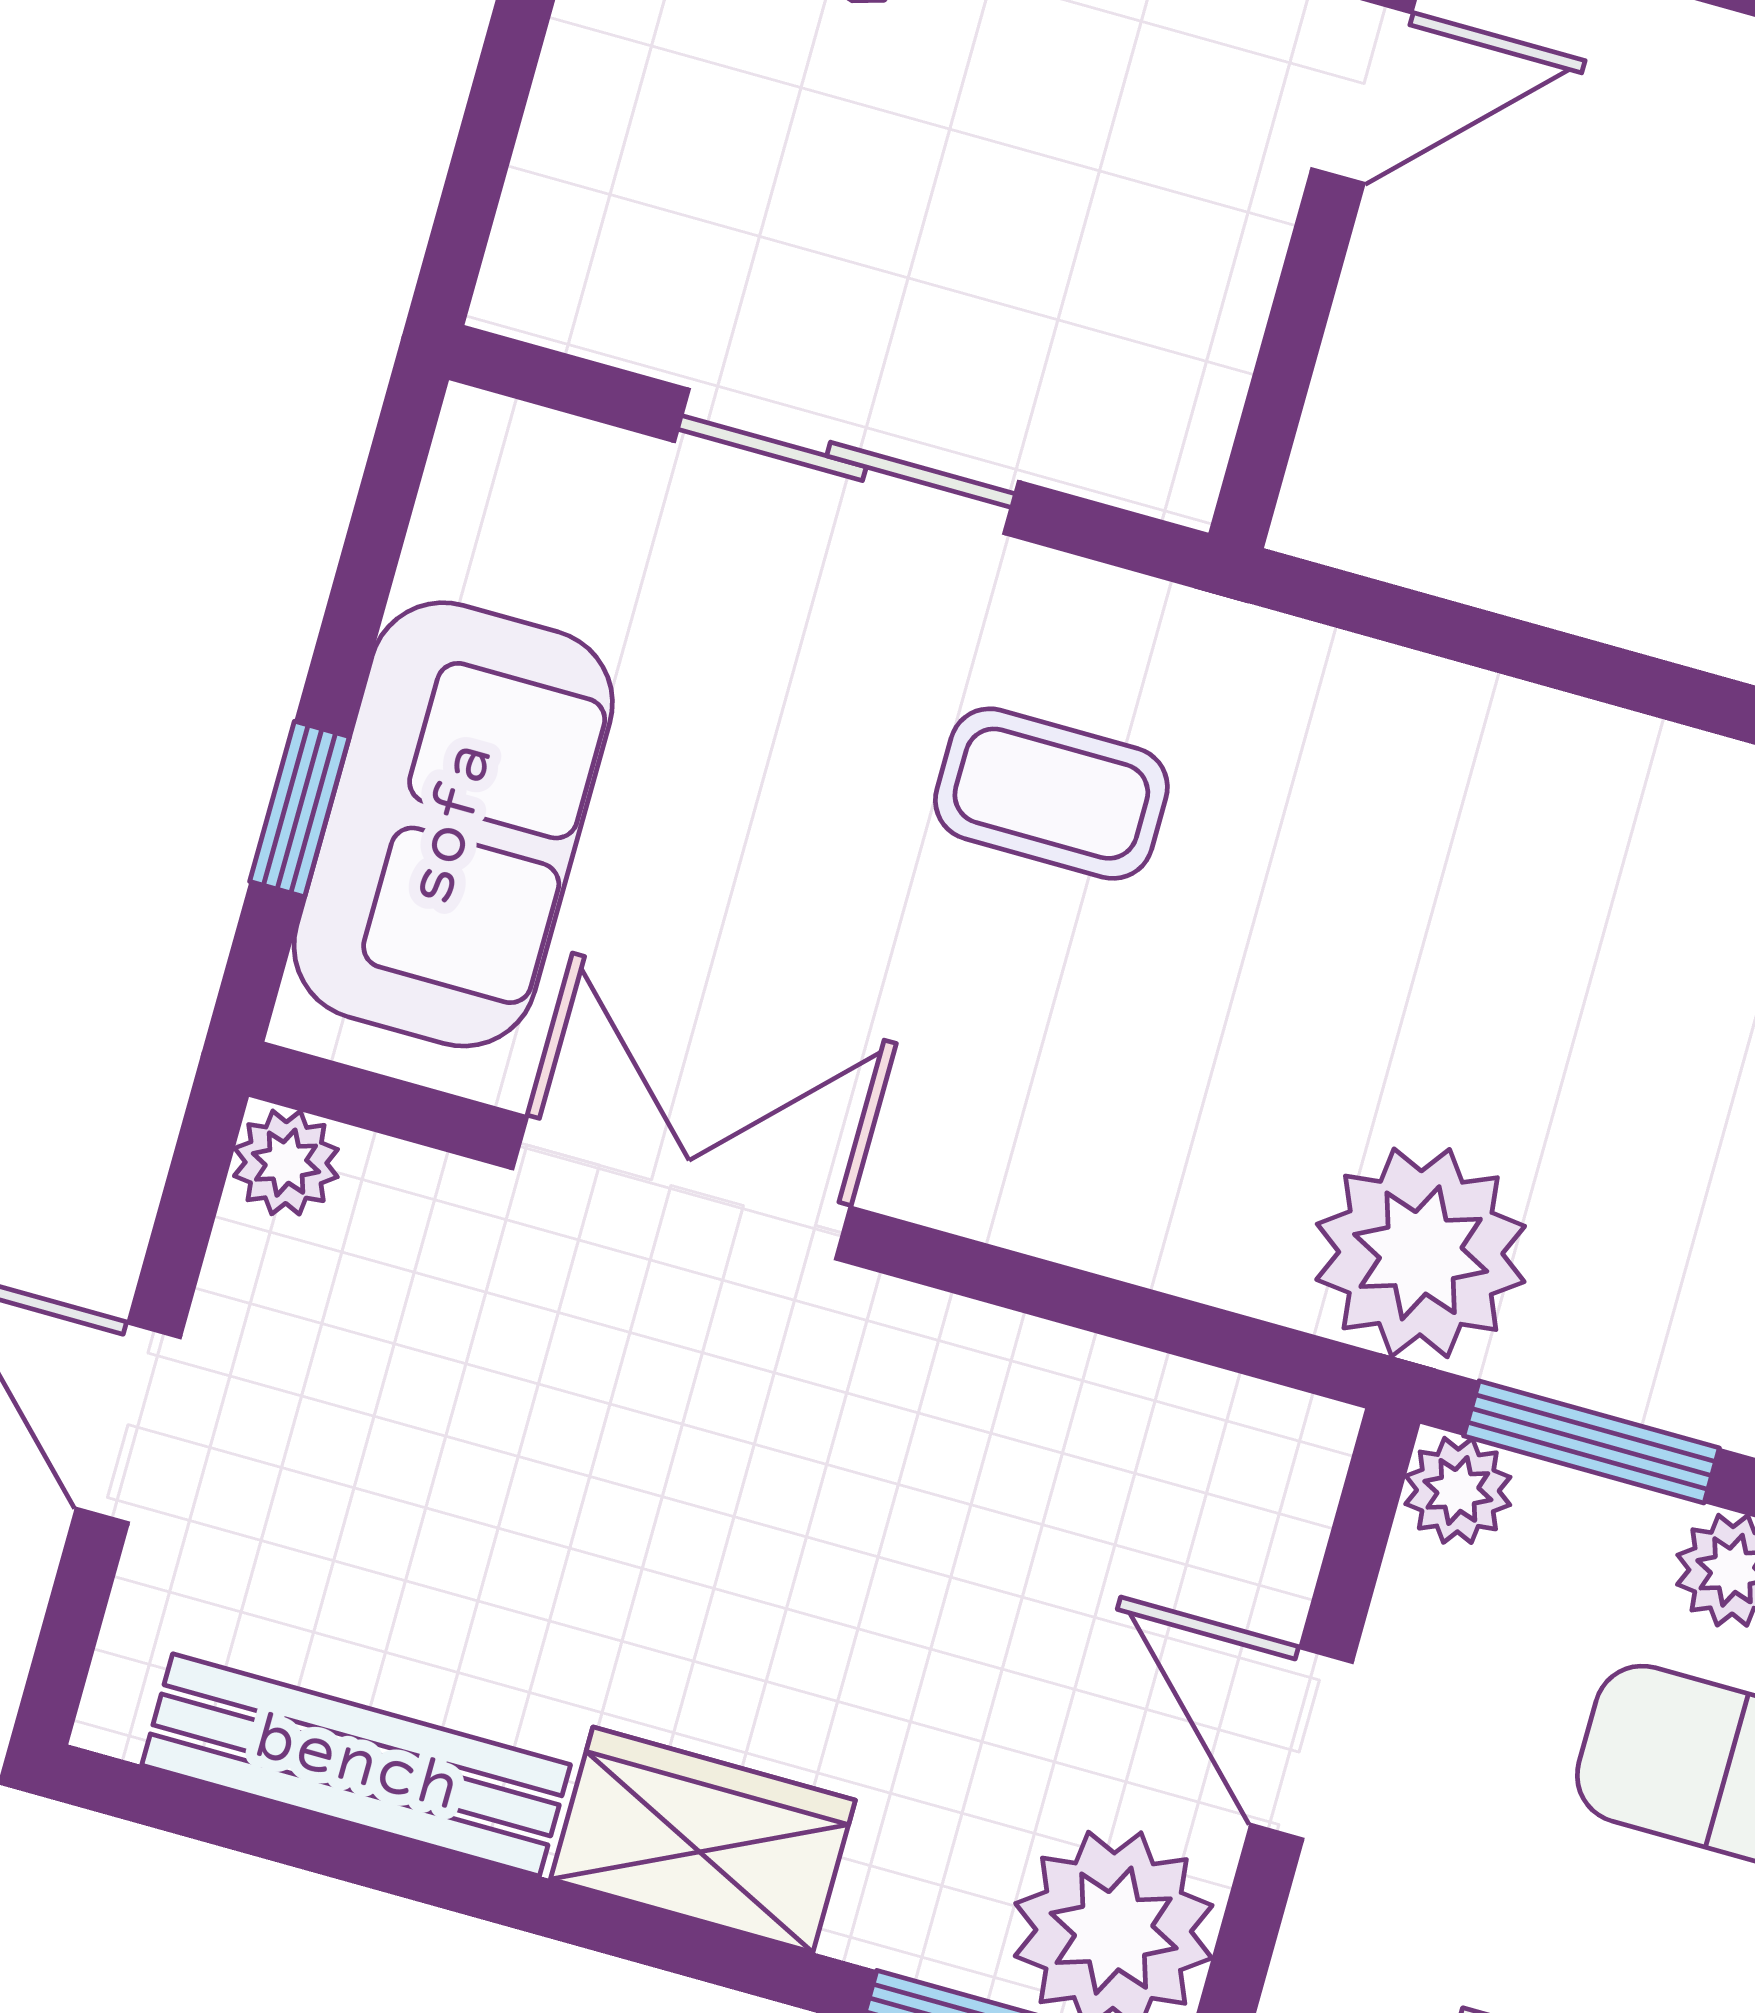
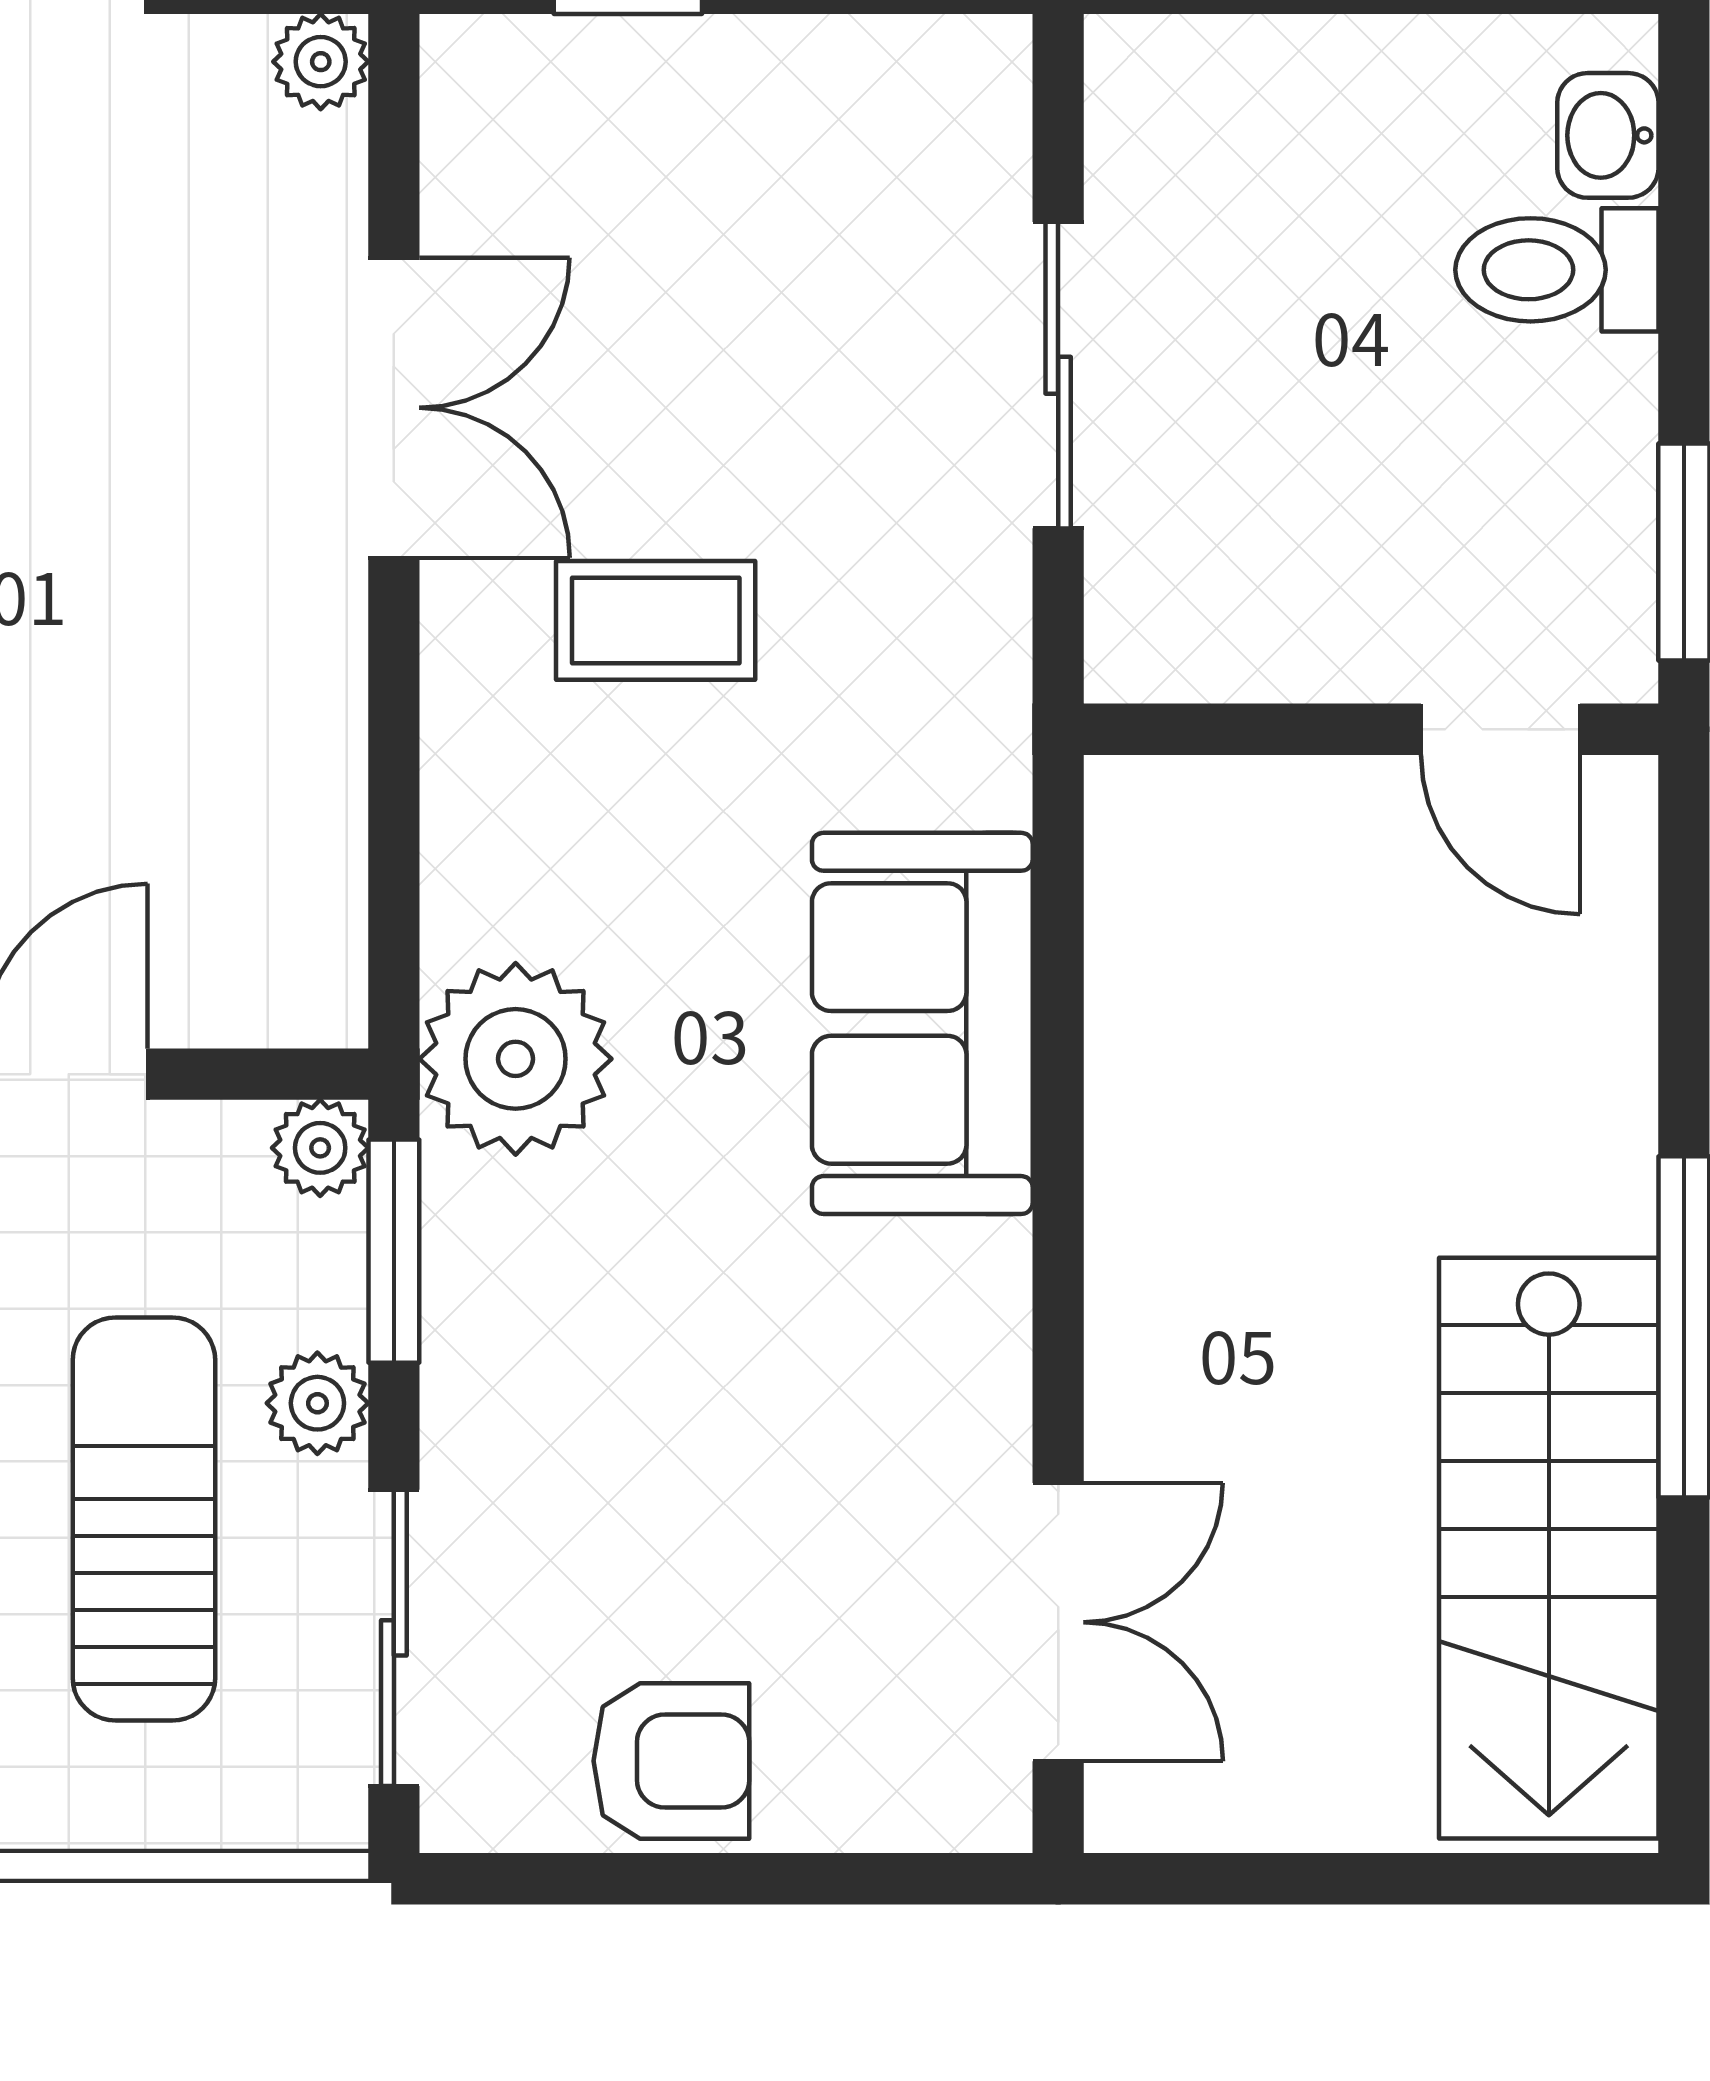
coffee table: (1051, 794) -> (656, 620), moved, turned 90
sofa: (453, 824) -> (922, 1023), moved, turned 90

